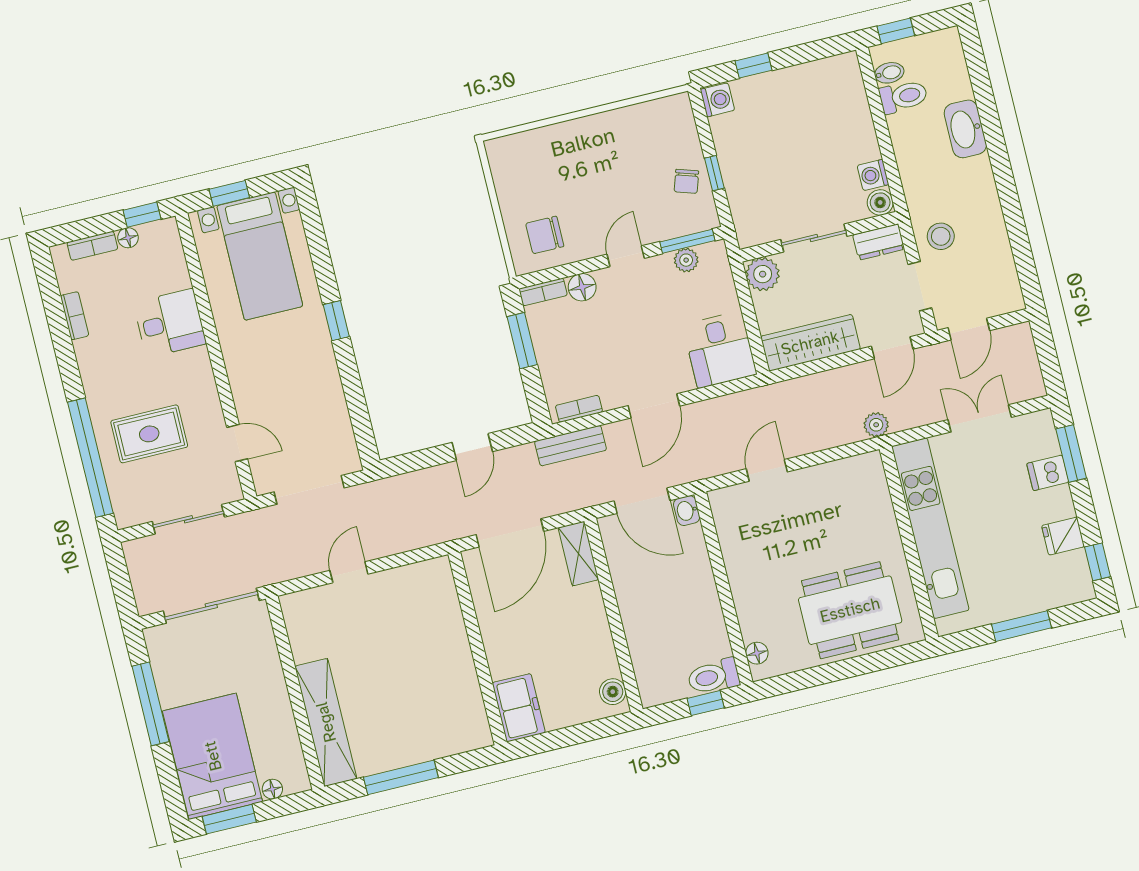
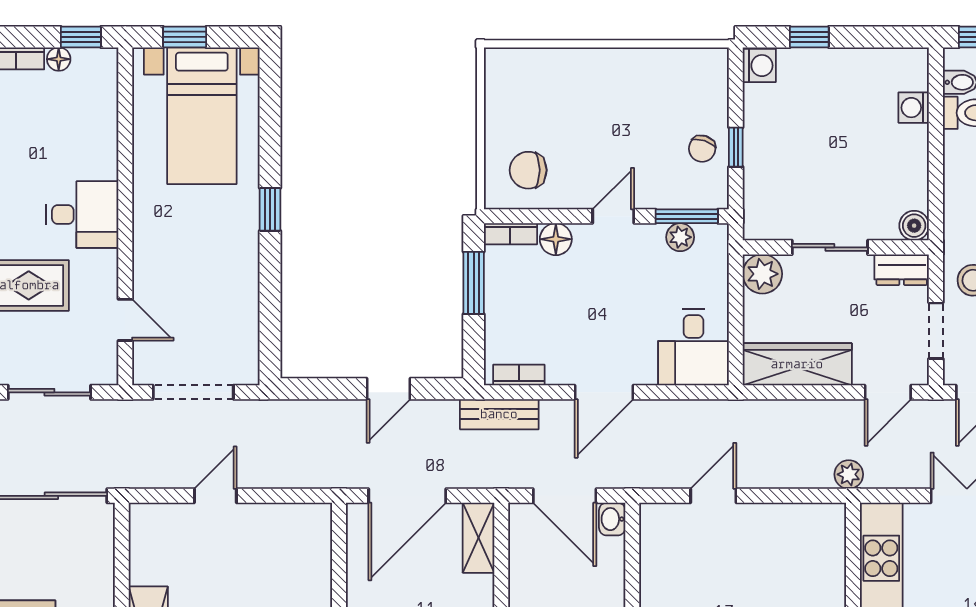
washing machine: (873, 175) -> (914, 108), moved
desk: (170, 323) -> (82, 215), moved

